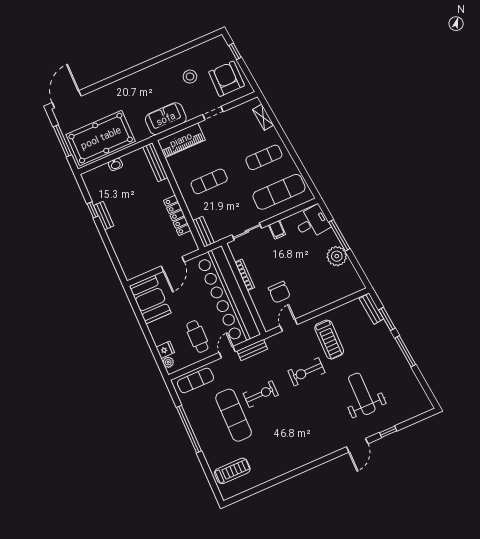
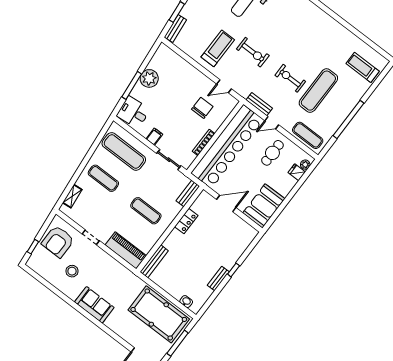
sofa: (166, 119) -> (94, 305), moved, turned 180
washbasin: (115, 164) -> (186, 302), moved
window: (93, 210) -> (234, 270), moved
locker: (177, 215) -> (186, 221), width x0.66

